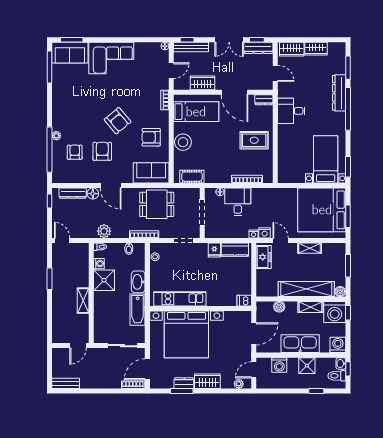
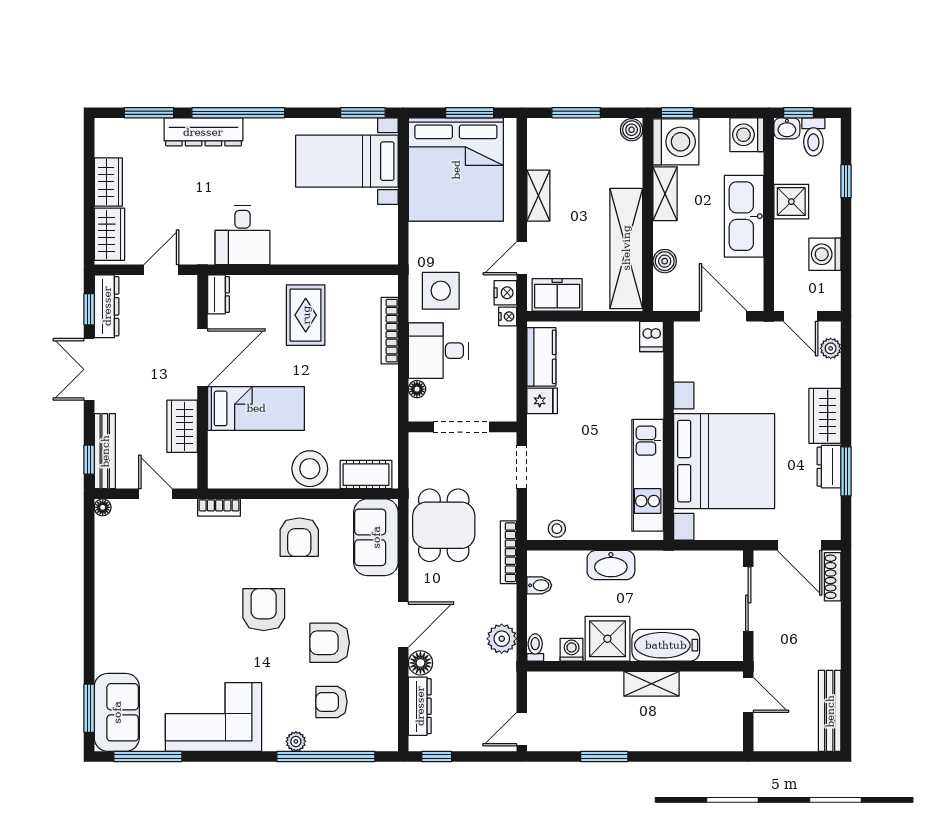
double door: (229, 40) -> (89, 369), swing flipped
corner sofa: (111, 58) -> (213, 717), moved, turned -90
bed: (196, 112) -> (256, 408), moved, turned 90
armchair: (118, 121) -> (264, 610), turned -50
cot: (192, 177) -> (366, 475), moved, turned 90
side table: (265, 203) -> (441, 291), added
shelving: (306, 289) -> (626, 248), moved
bathtub: (138, 310) -> (666, 645), moved, turned 180
washing machine: (279, 365) -> (825, 254), moved, turned 180
bench: (66, 383) -> (830, 711), width x1.36

